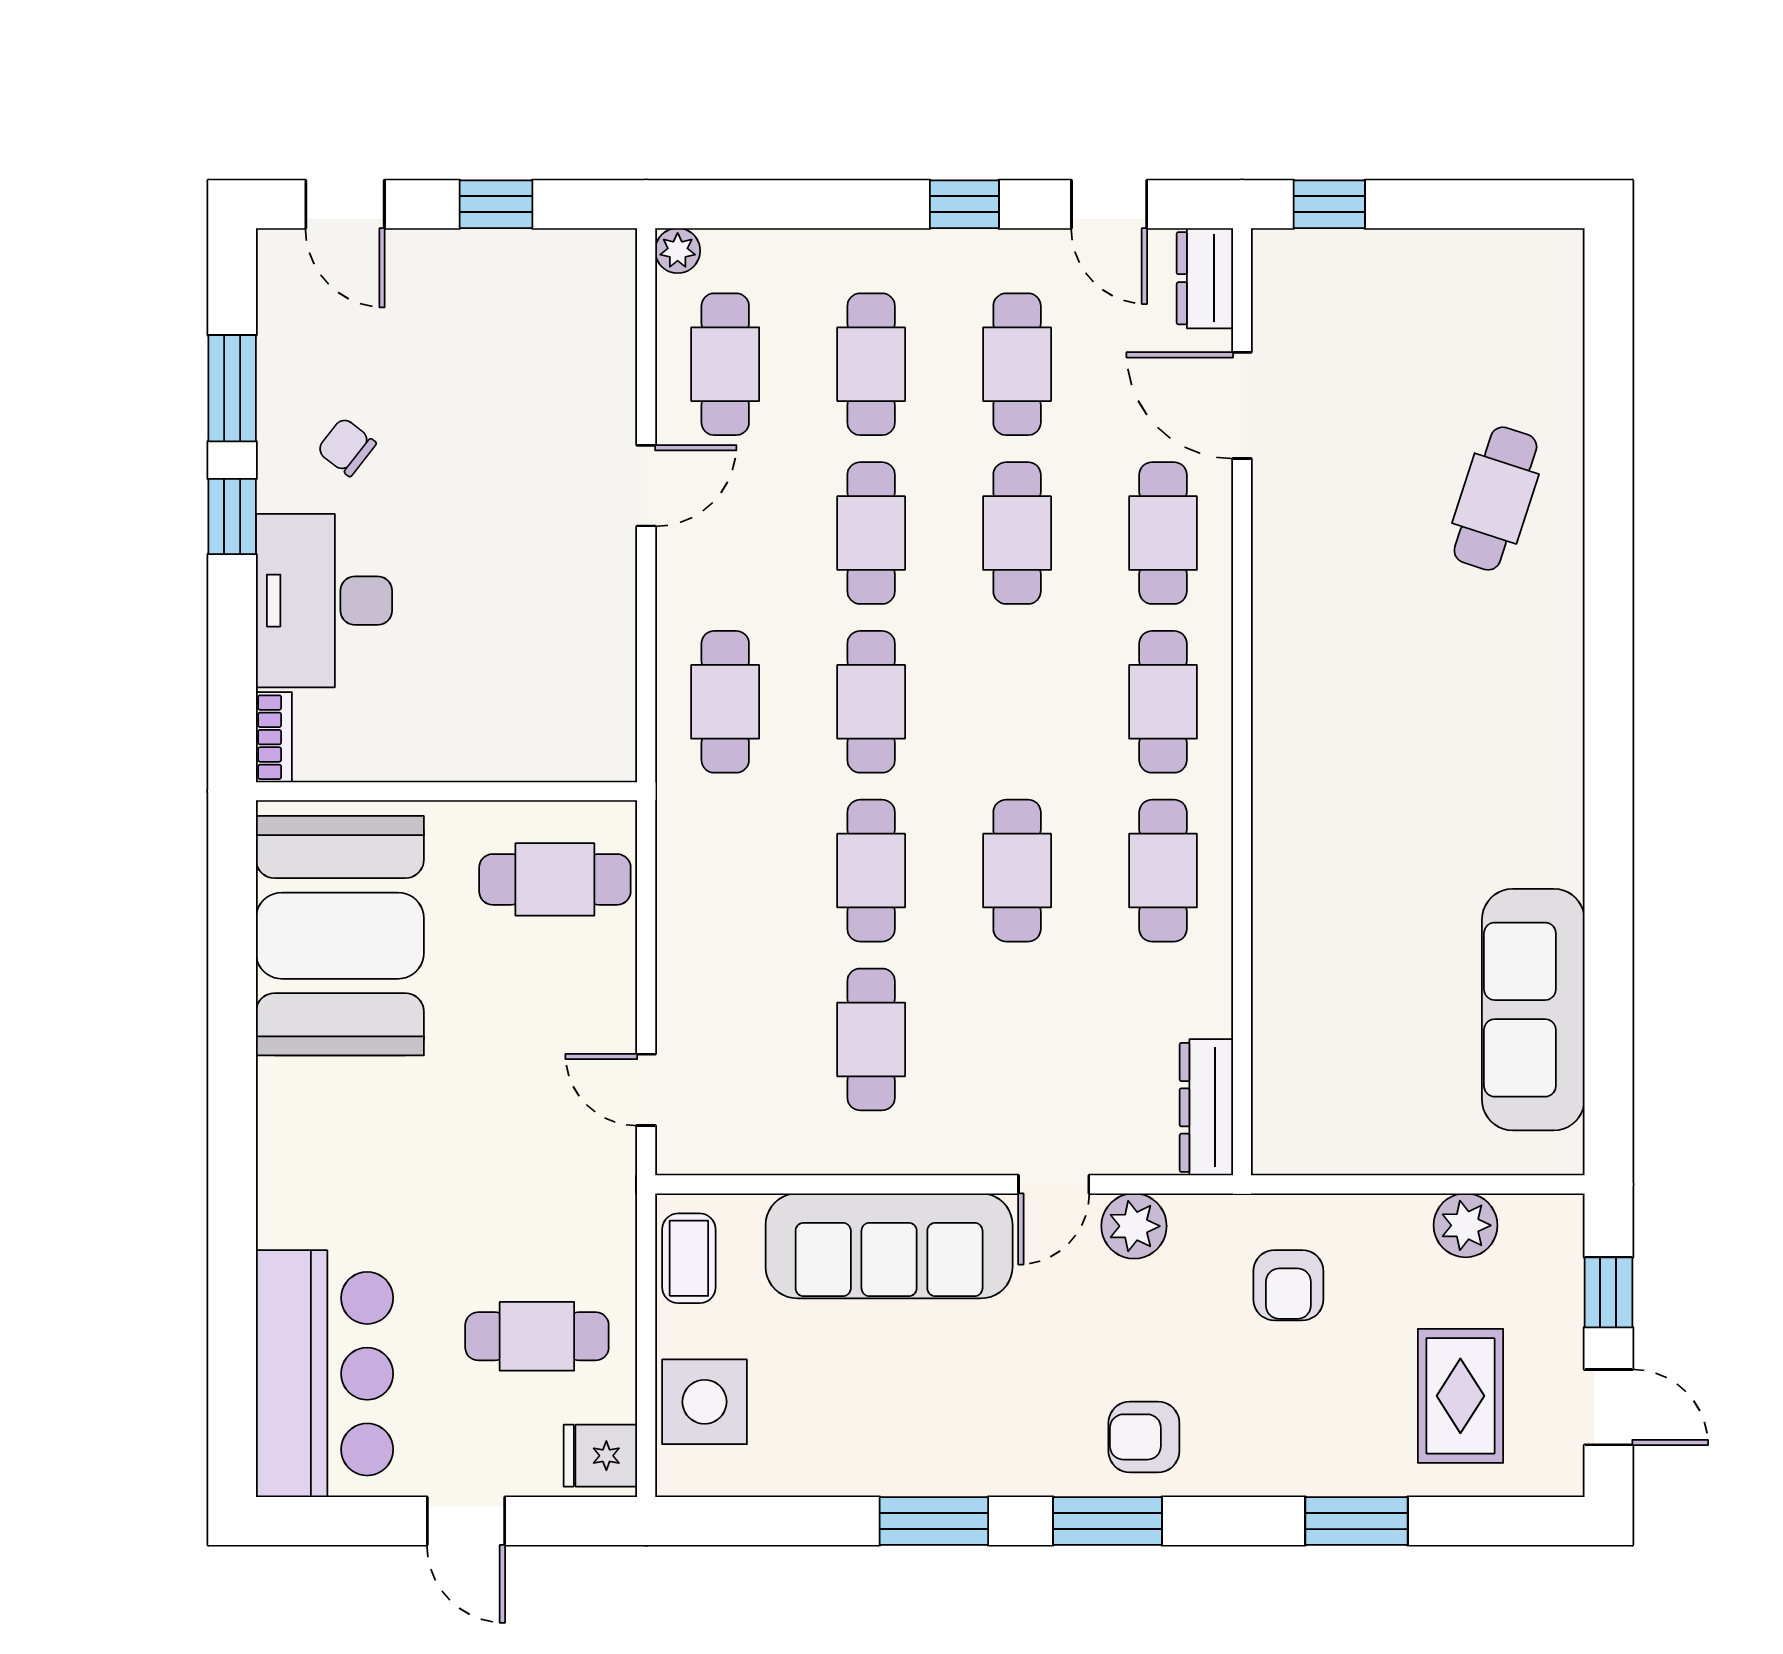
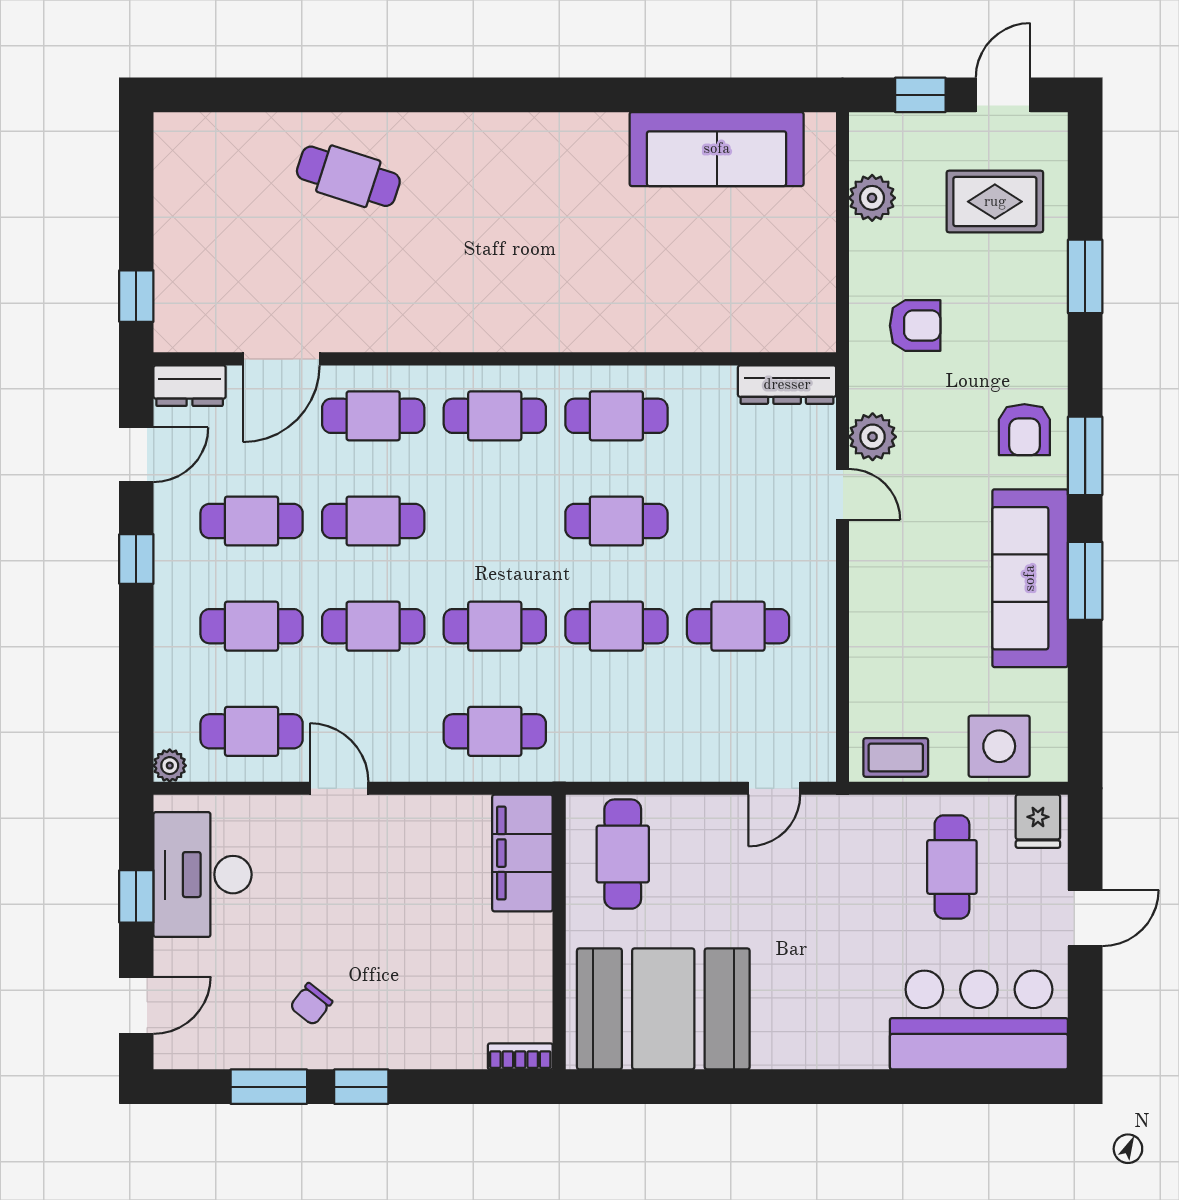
desk: (324, 601) -> (203, 875), moved, turned 90
filing cabinet: (556, 740) -> (522, 853), added
sofa: (889, 1246) -> (1030, 578), moved, turned 180

